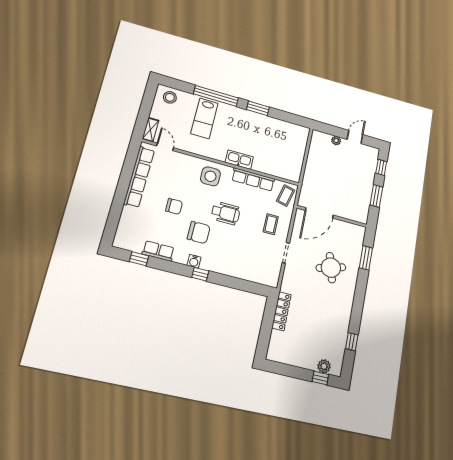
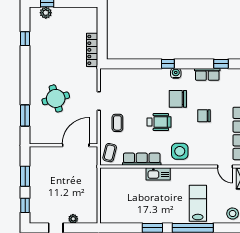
wheelchair: (226, 213) -> (159, 122), turned 180

